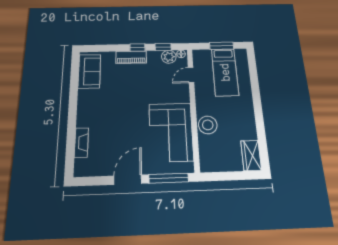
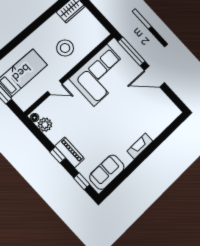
window: (163, 47) -> (82, 181), moved
door: (191, 75) -> (55, 88), moved
stool: (208, 125) -> (65, 48), moved
fireplace: (81, 143) -> (140, 146), moved

